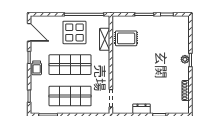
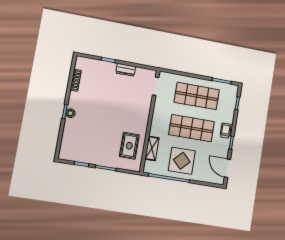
rug: (126, 38) -> (129, 146), turned 90

